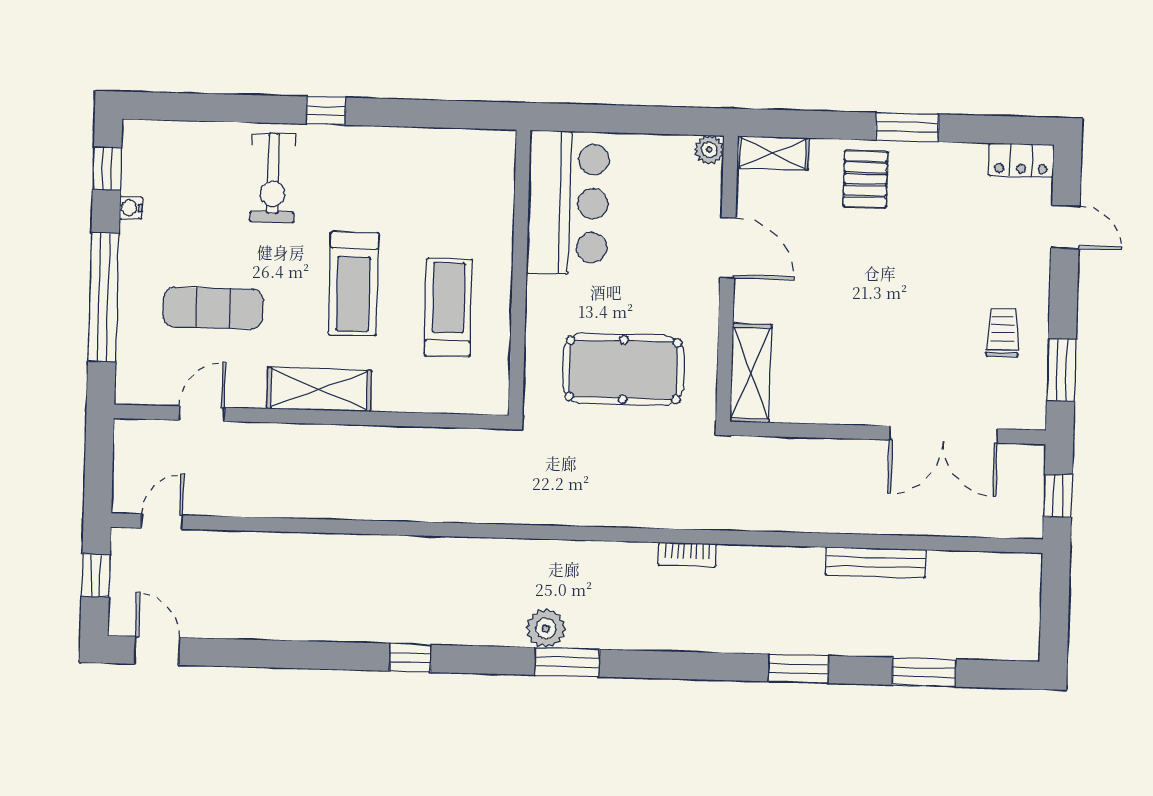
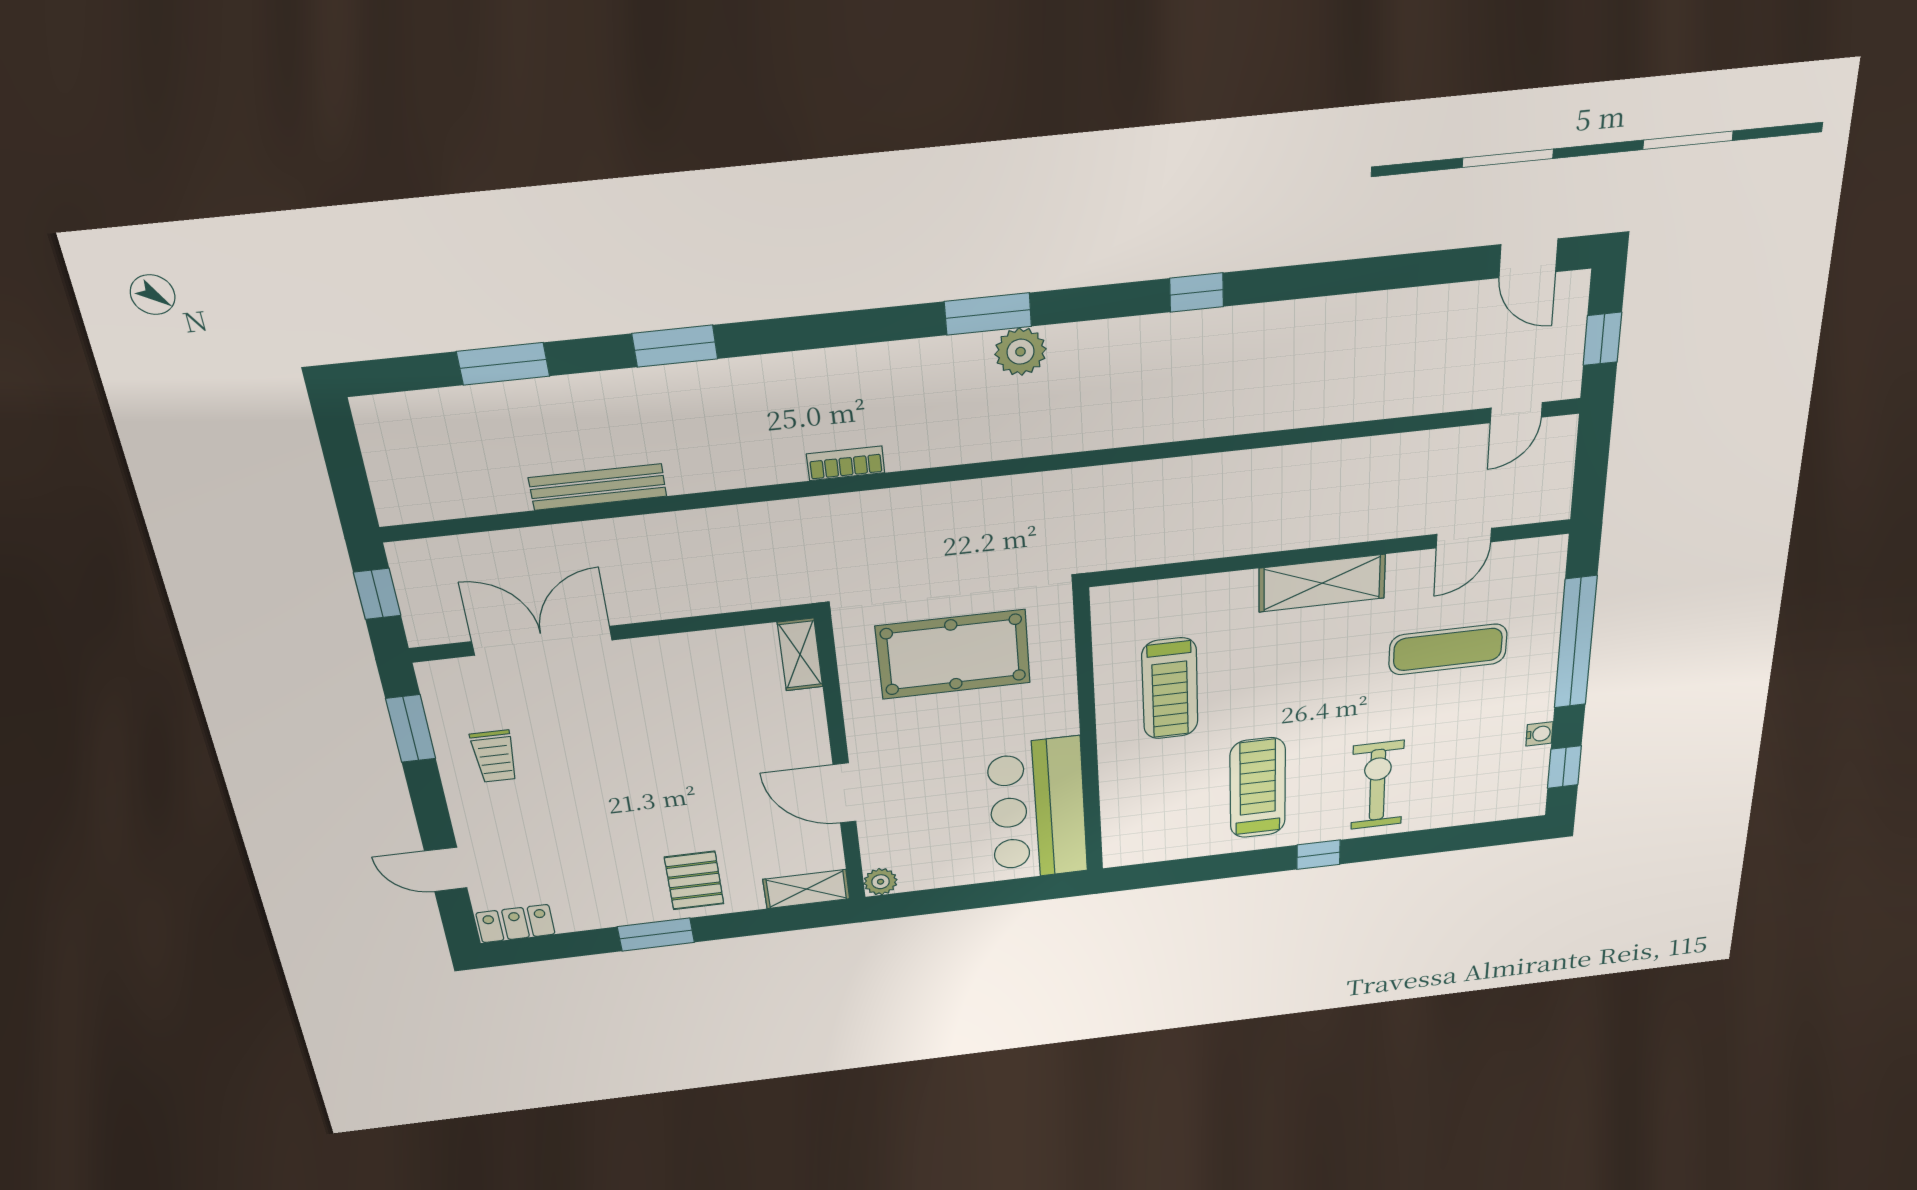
treadmill: (353, 284) -> (1258, 788), moved
shelving: (751, 373) -> (800, 655), width x0.67, depth x0.75

